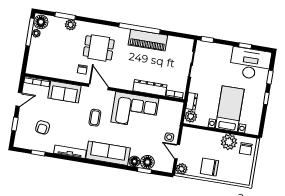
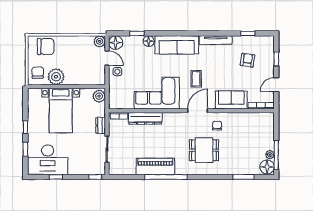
plant: (71, 25) -> (236, 169), removed
door: (99, 87) -> (198, 111), swing flipped
dresser: (192, 101) -> (101, 126), moved
floor lamp: (147, 162) -> (116, 43), moved
chair: (209, 167) -> (46, 47), moved

